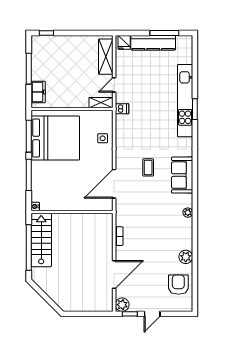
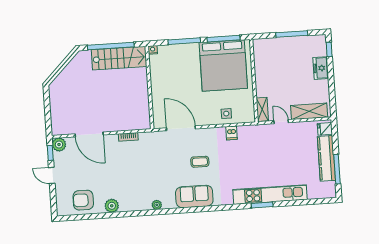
freezer: (38, 92) -> (321, 68), moved, turned 90
dishwasher: (122, 109) -> (232, 133), moved
armchair: (178, 285) -> (83, 200), turned 180

